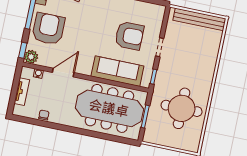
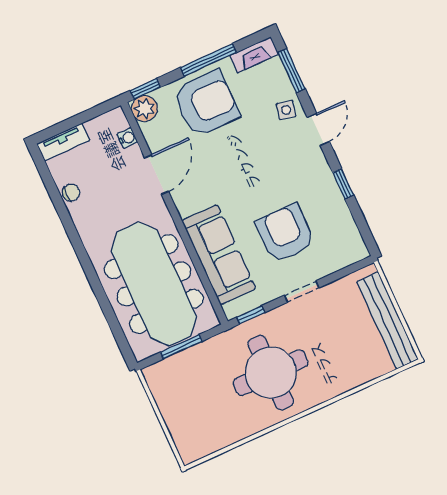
armchair: (129, 36) -> (285, 233), turned 180
door: (63, 73) -> (157, 175), hinge flipped
tv unit: (22, 92) -> (63, 142), moved
round table: (182, 108) -> (271, 373), moved

